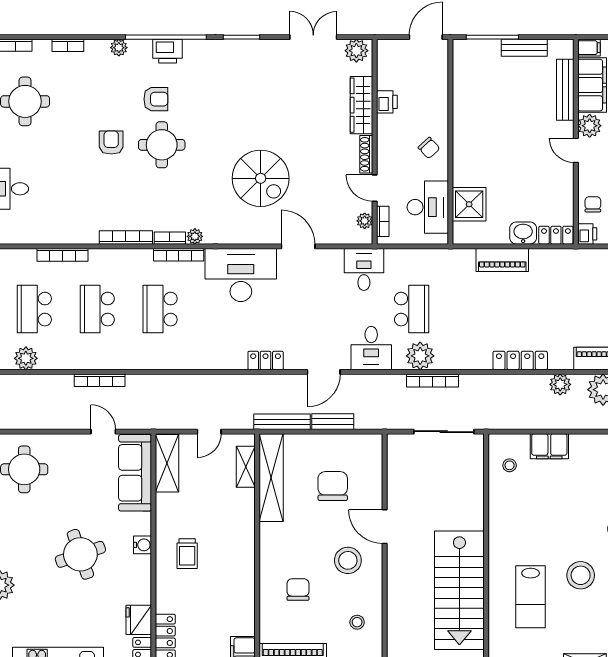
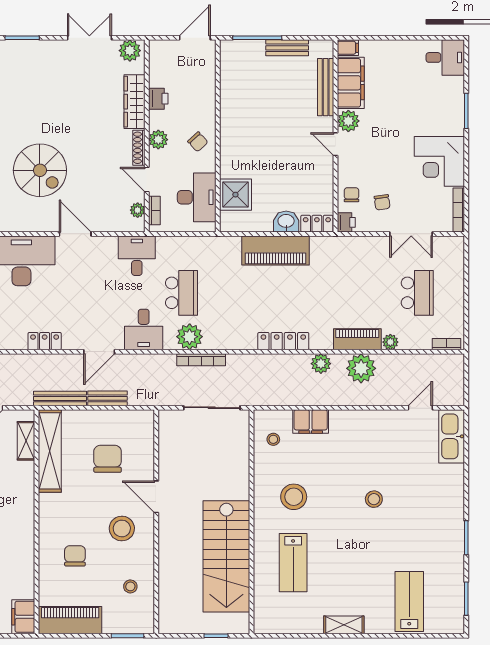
plant: (387, 146) -> (158, 140), added
piano: (502, 260) -> (276, 250), width x1.37, depth x1.33
stool: (581, 575) -> (294, 497), moved

